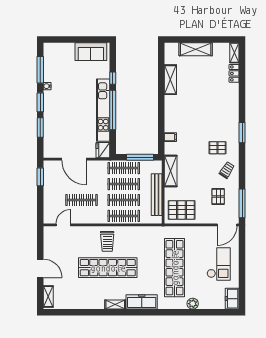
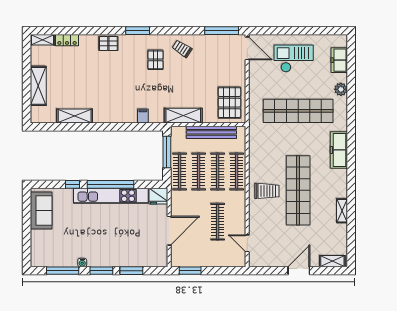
pallet: (218, 196) -> (108, 44), moved
freezer: (232, 299) -> (339, 60), moved, turned 90
shelving: (115, 305) -> (342, 211), moved

